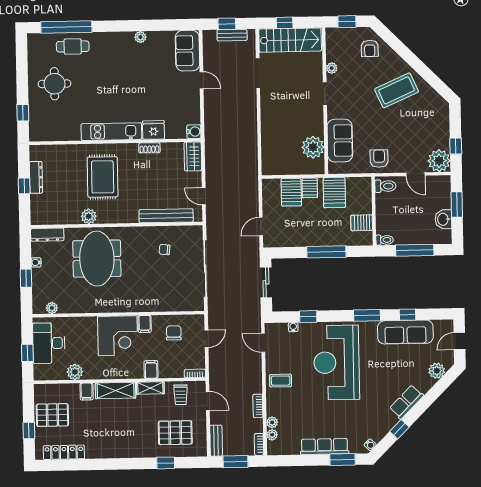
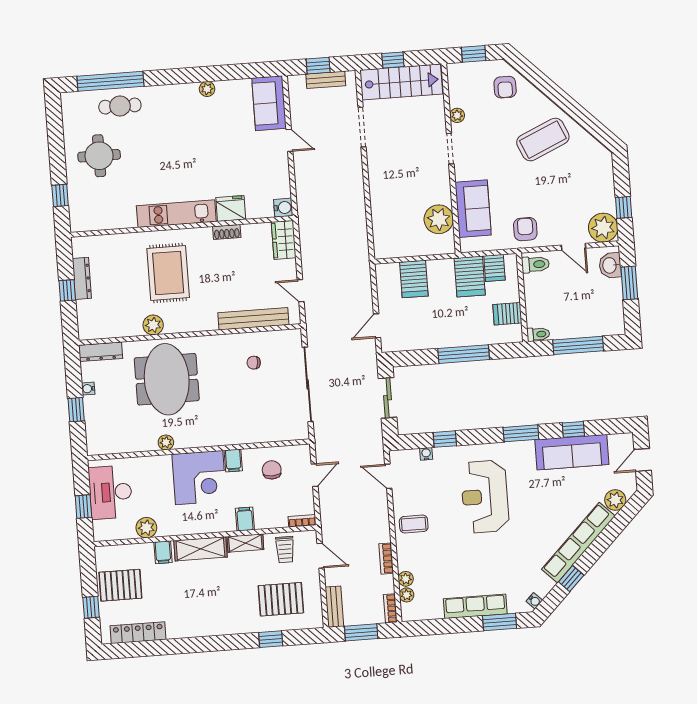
server rack: (310, 188) -> (494, 268), moved
washbasin: (443, 219) -> (610, 265), moved
plant: (52, 308) -> (166, 442), moved
reception desk: (337, 363) -> (485, 497), width x0.74, depth x0.77
row of seats: (407, 402) -> (578, 543), width x2.02

